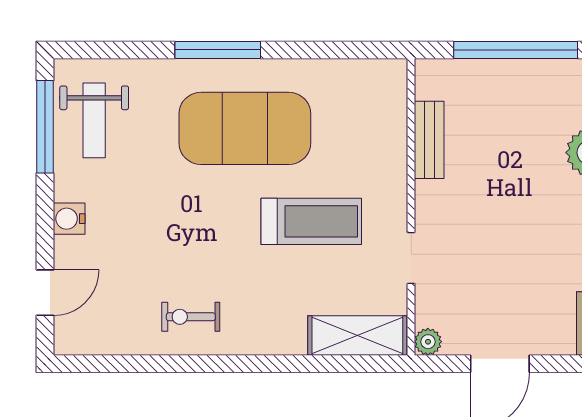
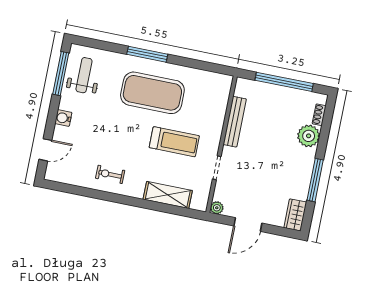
weight bench: (94, 120) -> (84, 75), turned 180
bench: (429, 140) -> (235, 122), width x1.36
shelving: (357, 336) -> (168, 195), moved

